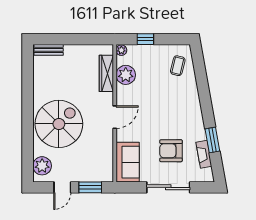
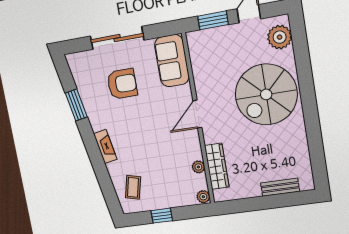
window: (145, 39) -> (162, 216), moved
bench: (49, 50) -> (280, 187), moved
plant: (126, 75) -> (198, 167), width x0.53, depth x0.53
fireplace: (204, 154) -> (105, 146), moved

